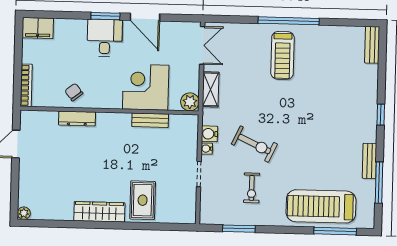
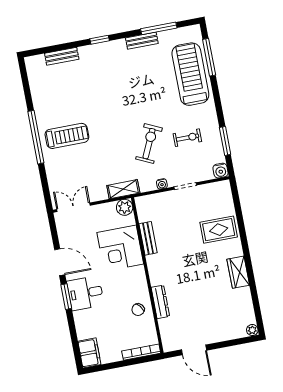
door: (145, 17) -> (60, 262), hinge flipped
bench: (372, 45) -> (62, 56), moved
shelving: (211, 89) -> (123, 189), moved
water cooler: (209, 134) -> (221, 171), moved
treadmill: (321, 206) -> (190, 74), turned 180
wardrobe: (99, 212) -> (238, 272), width x0.67

